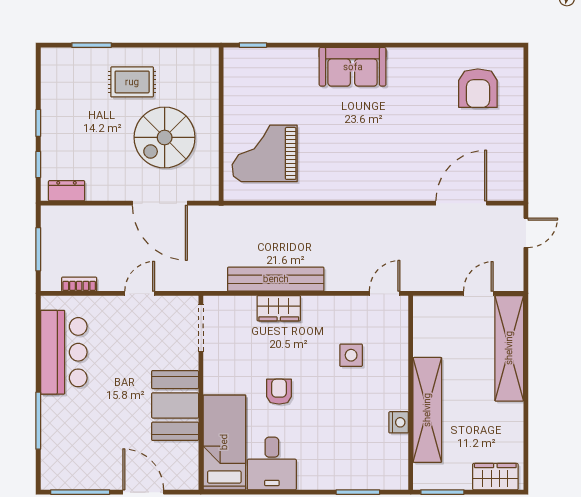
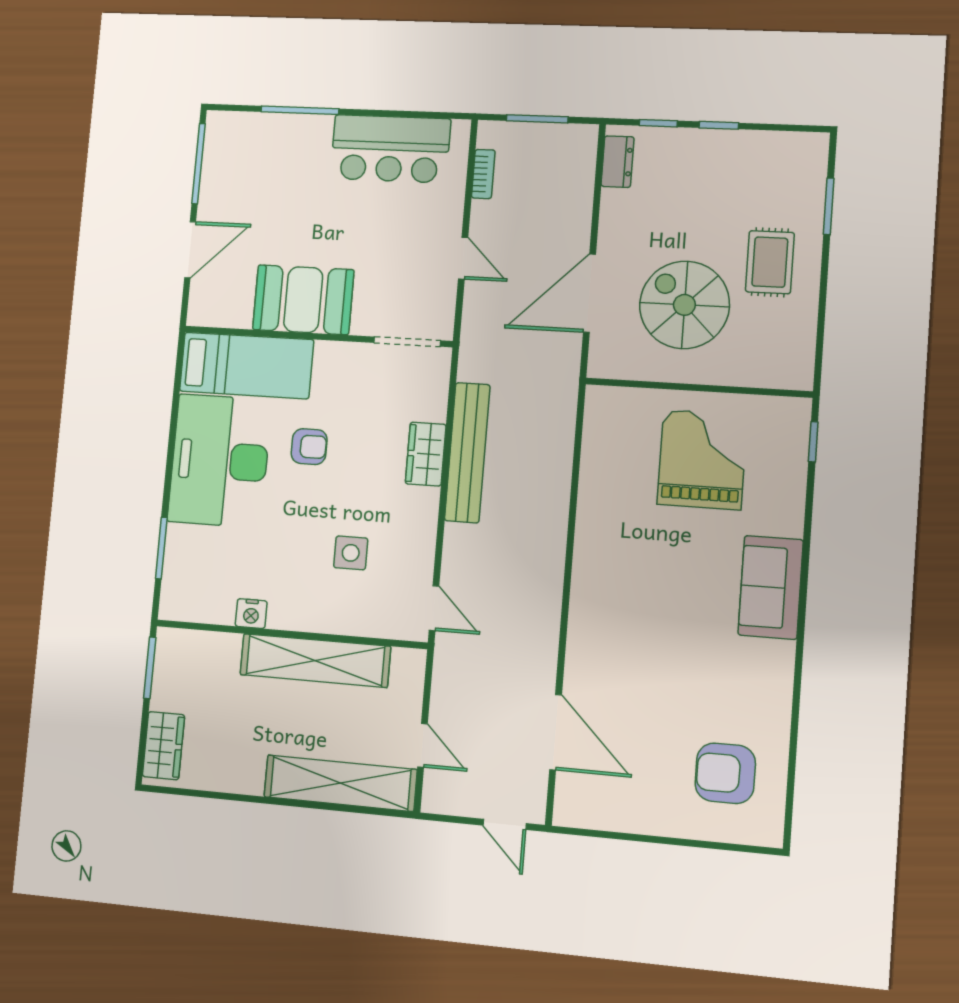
grand piano: (265, 153) -> (702, 459), moved
shelving: (427, 410) -> (315, 661), moved
desk: (272, 463) -> (220, 461), width x1.87, depth x1.30

